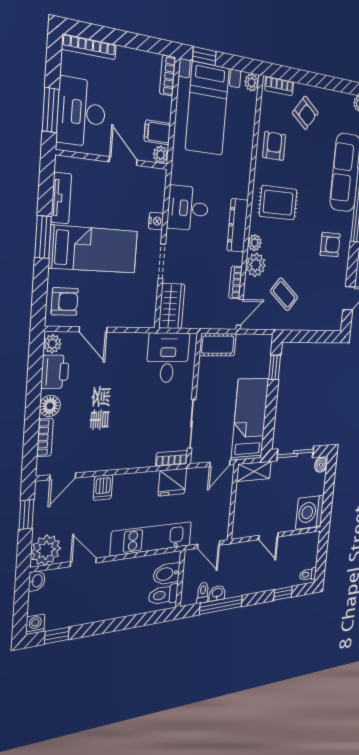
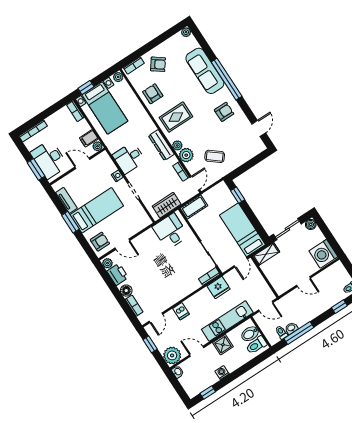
wardrobe: (172, 306) -> (167, 205), moved, turned -90
shower: (124, 571) -> (223, 345), added
washing machine: (35, 624) -> (222, 373), moved

